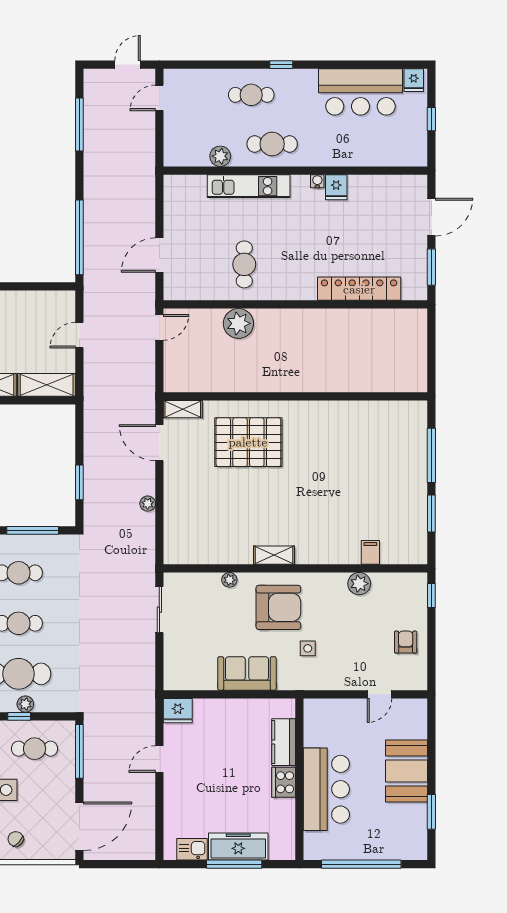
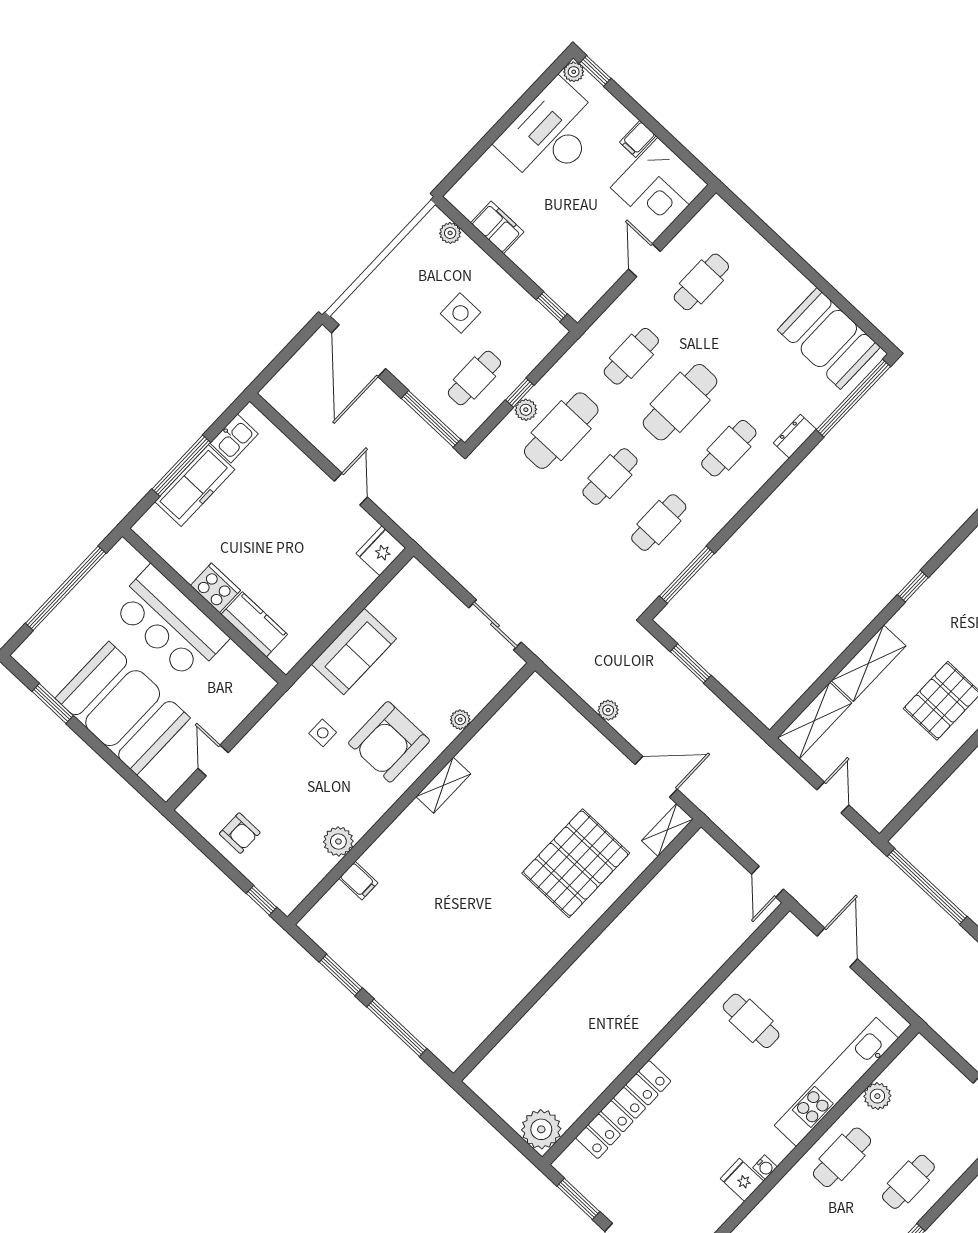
kitchen unit: (249, 186) -> (836, 1082), width x1.36
plant: (238, 323) -> (541, 1129), moved
booth: (406, 771) -> (123, 708), width x1.36, depth x1.42
chair: (16, 839) -> (404, 278), removed

